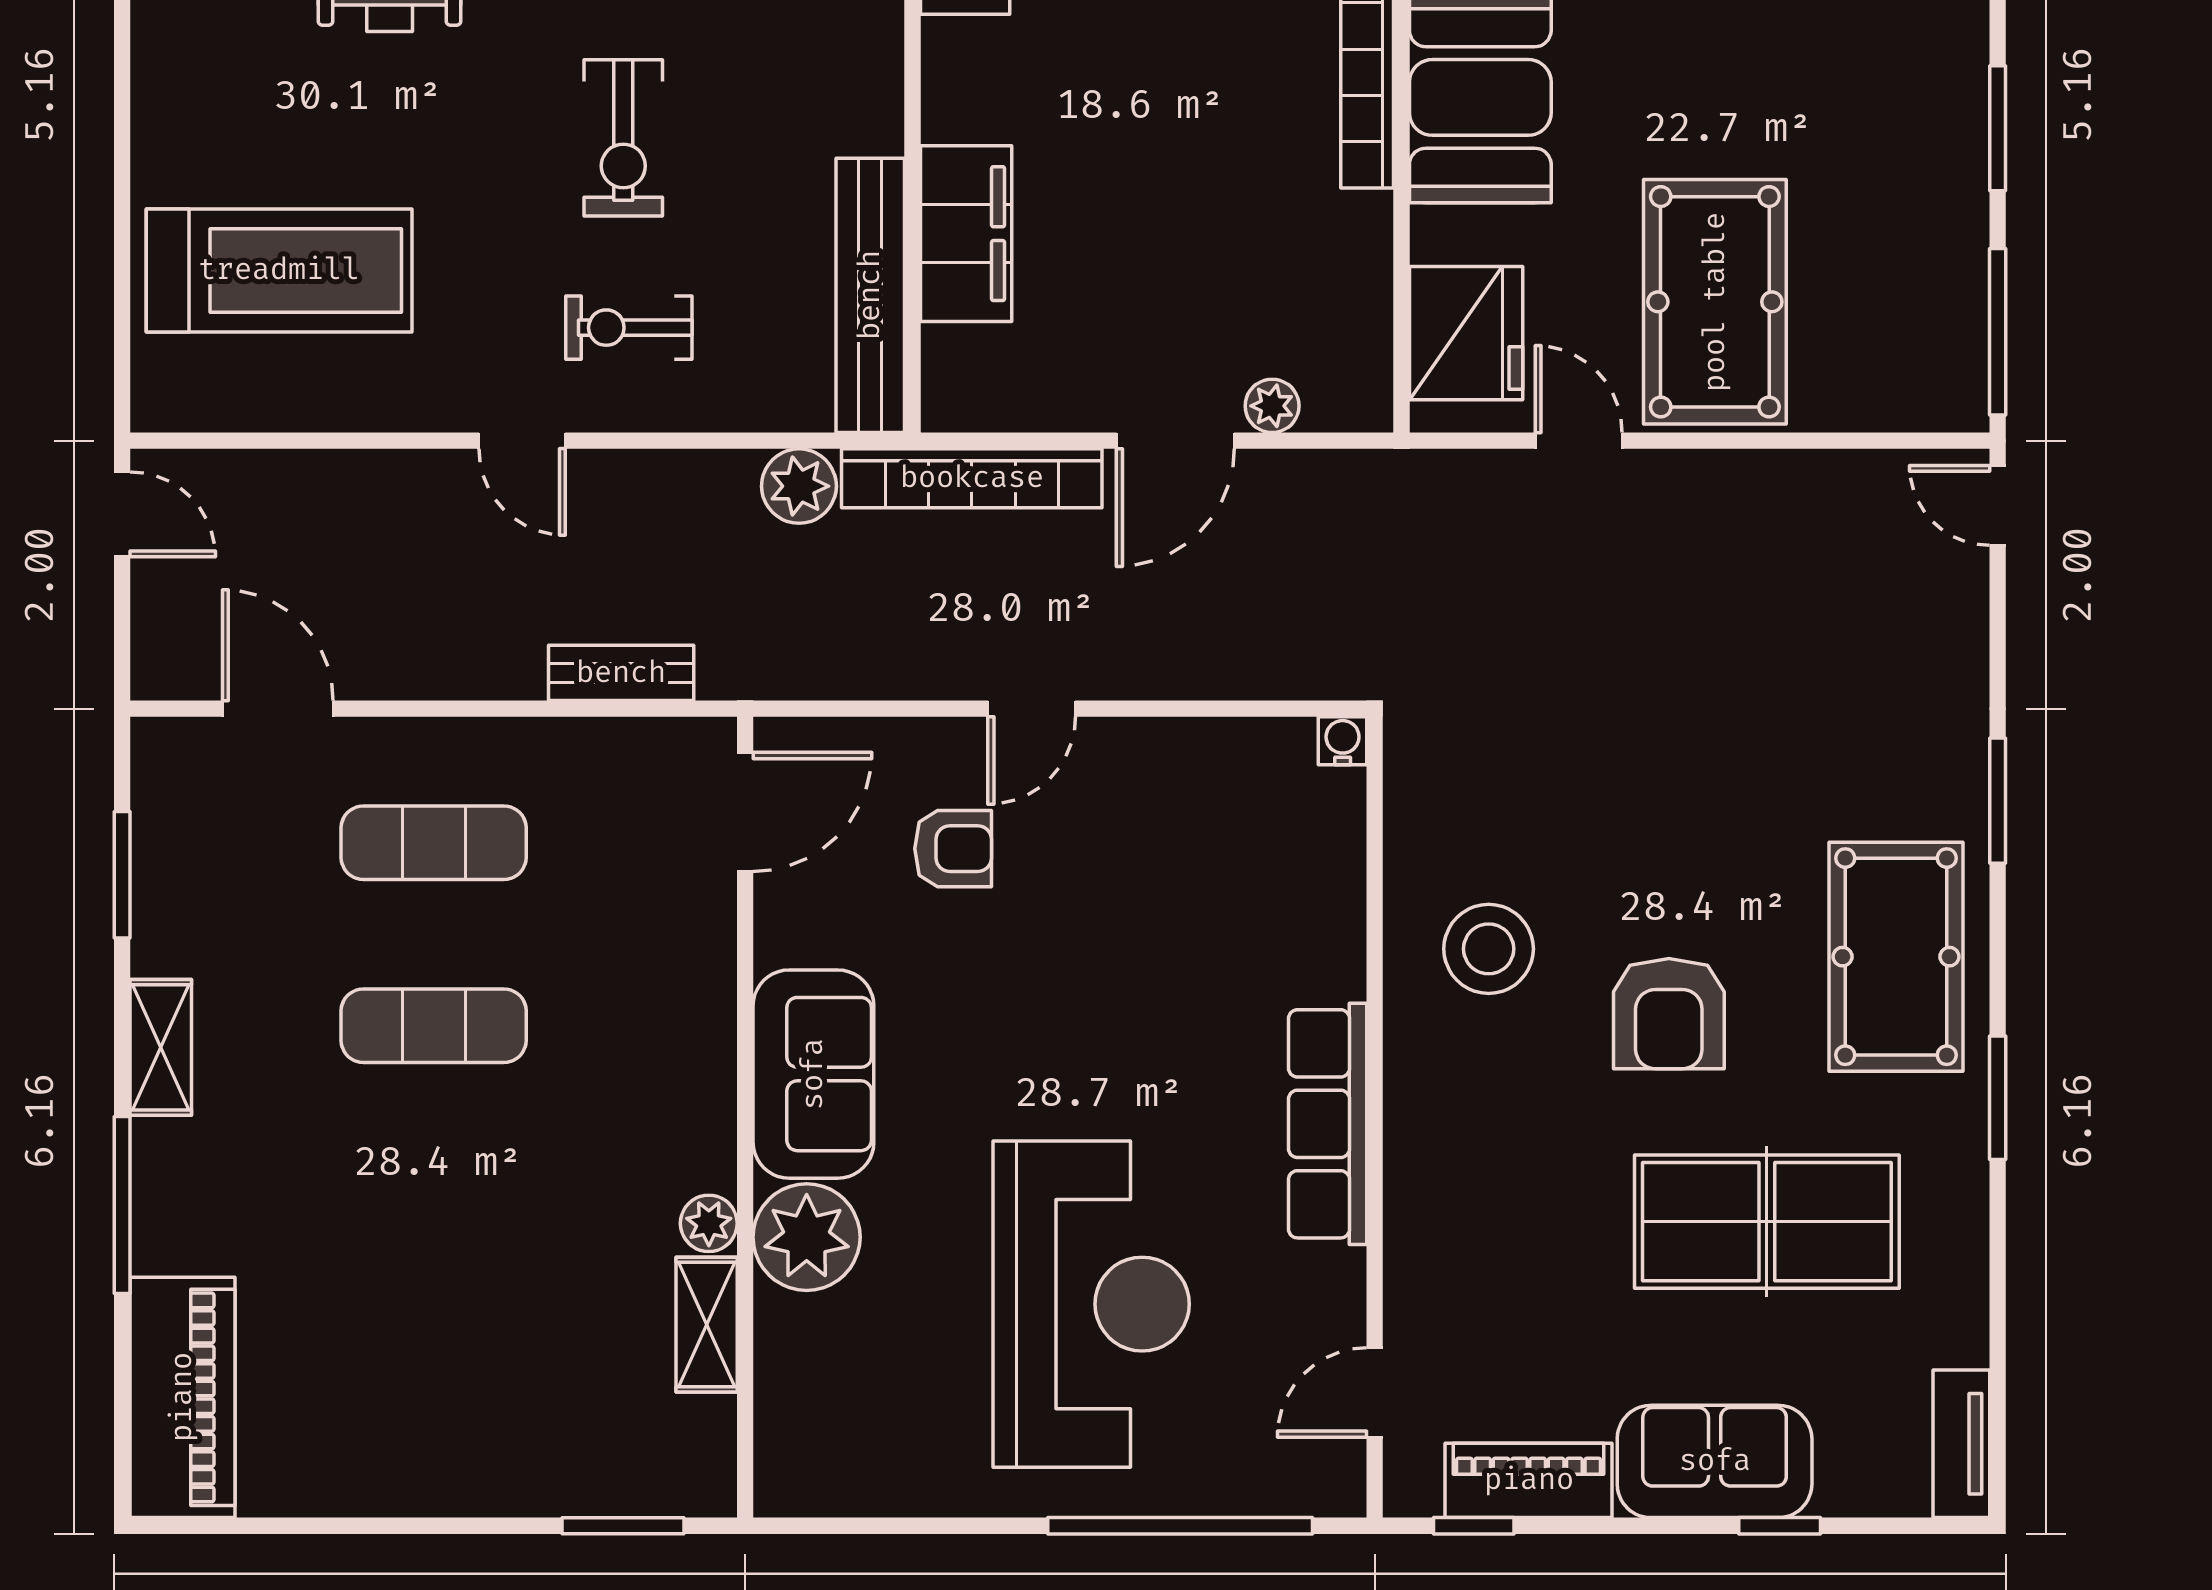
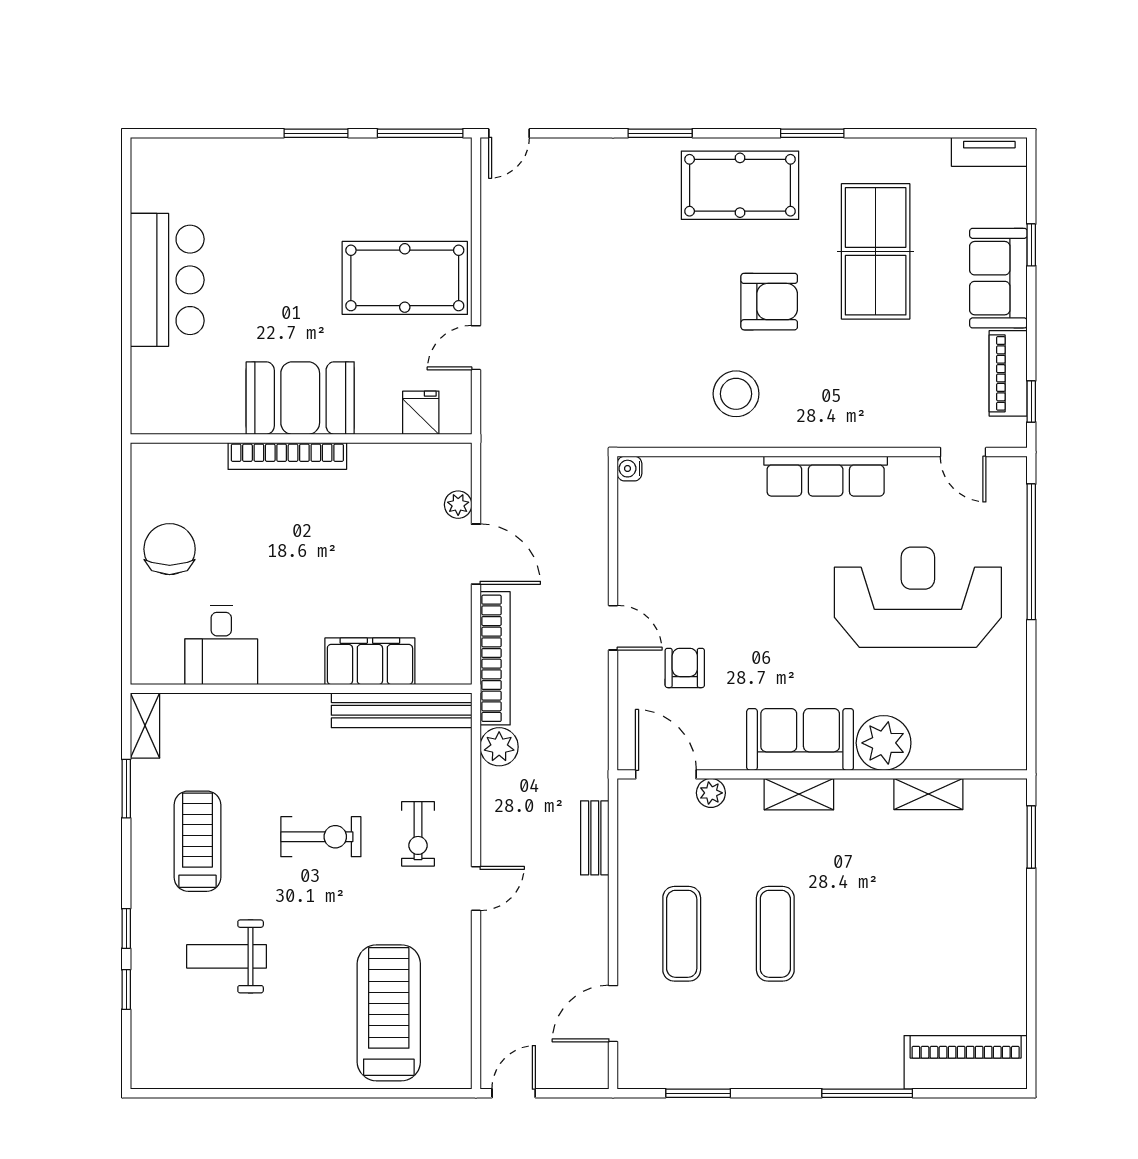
fridge: (1466, 333) -> (421, 413), width x0.53, depth x0.75
shelving: (161, 1047) -> (799, 794), moved
plant: (709, 1223) -> (711, 793), moved

